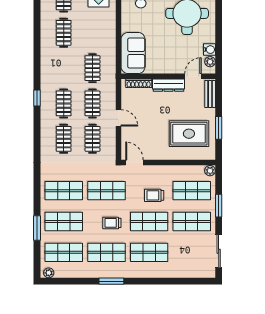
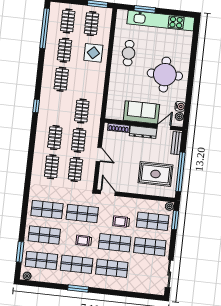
sofa: (133, 53) -> (141, 112), moved, turned -90
window: (37, 98) -> (36, 106), moved
window: (219, 128) -> (180, 172), width x2.11
window: (219, 206) -> (175, 220), moved
window: (37, 228) -> (20, 252), moved

